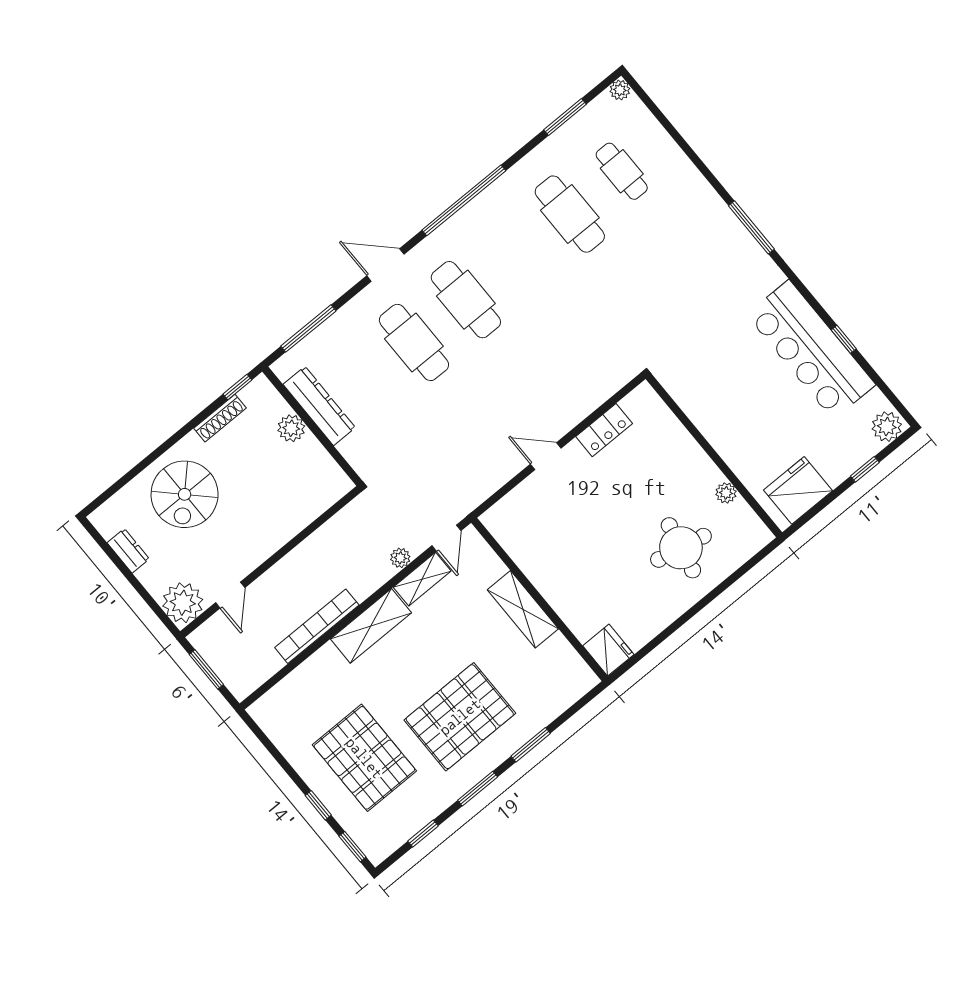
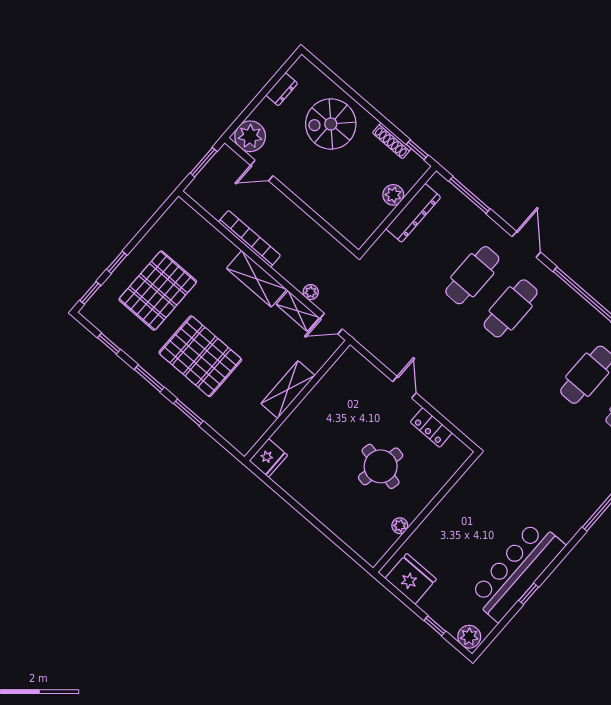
round table: (681, 548) -> (381, 466), moved

